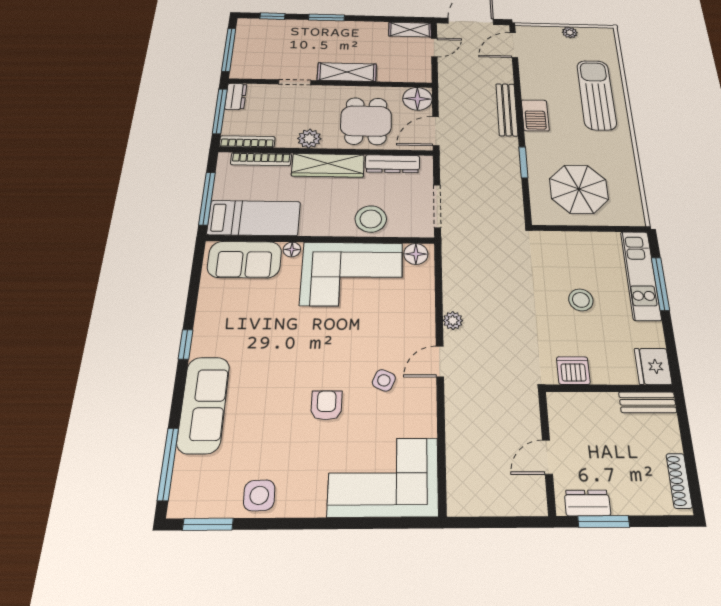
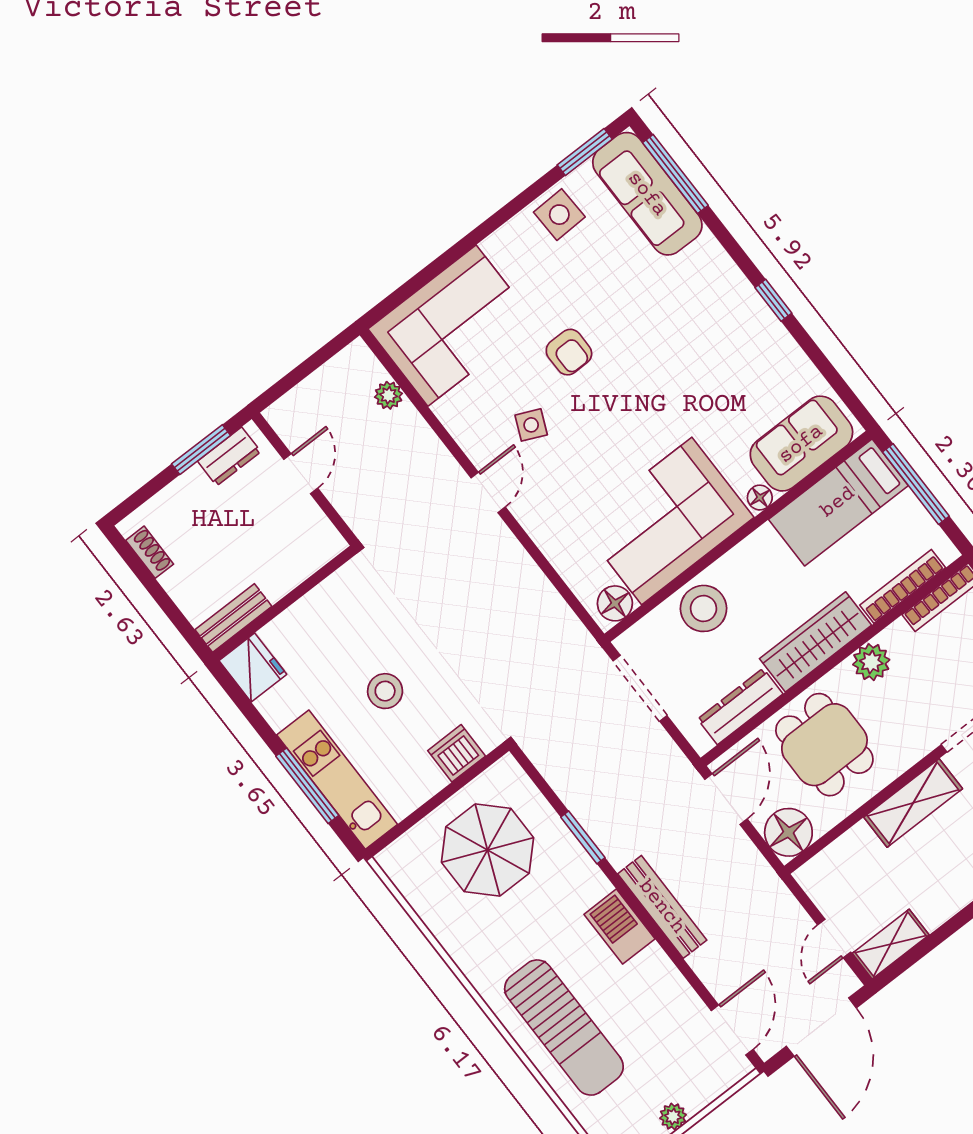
plant: (453, 321) -> (389, 395), moved
dishwasher: (573, 371) -> (457, 753), moved, turned 180
sofa: (204, 404) -> (647, 194), moved
shoe rack: (679, 481) -> (150, 552), width x0.70

